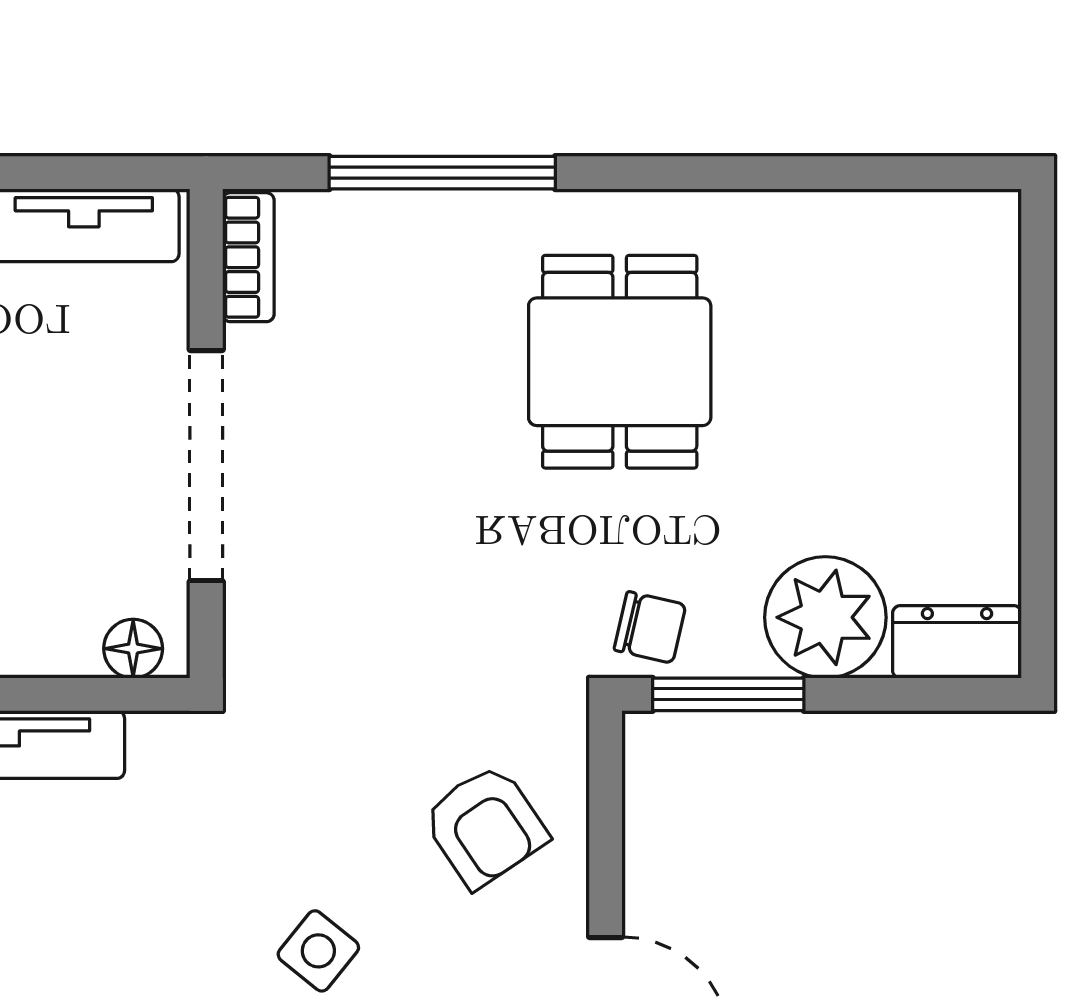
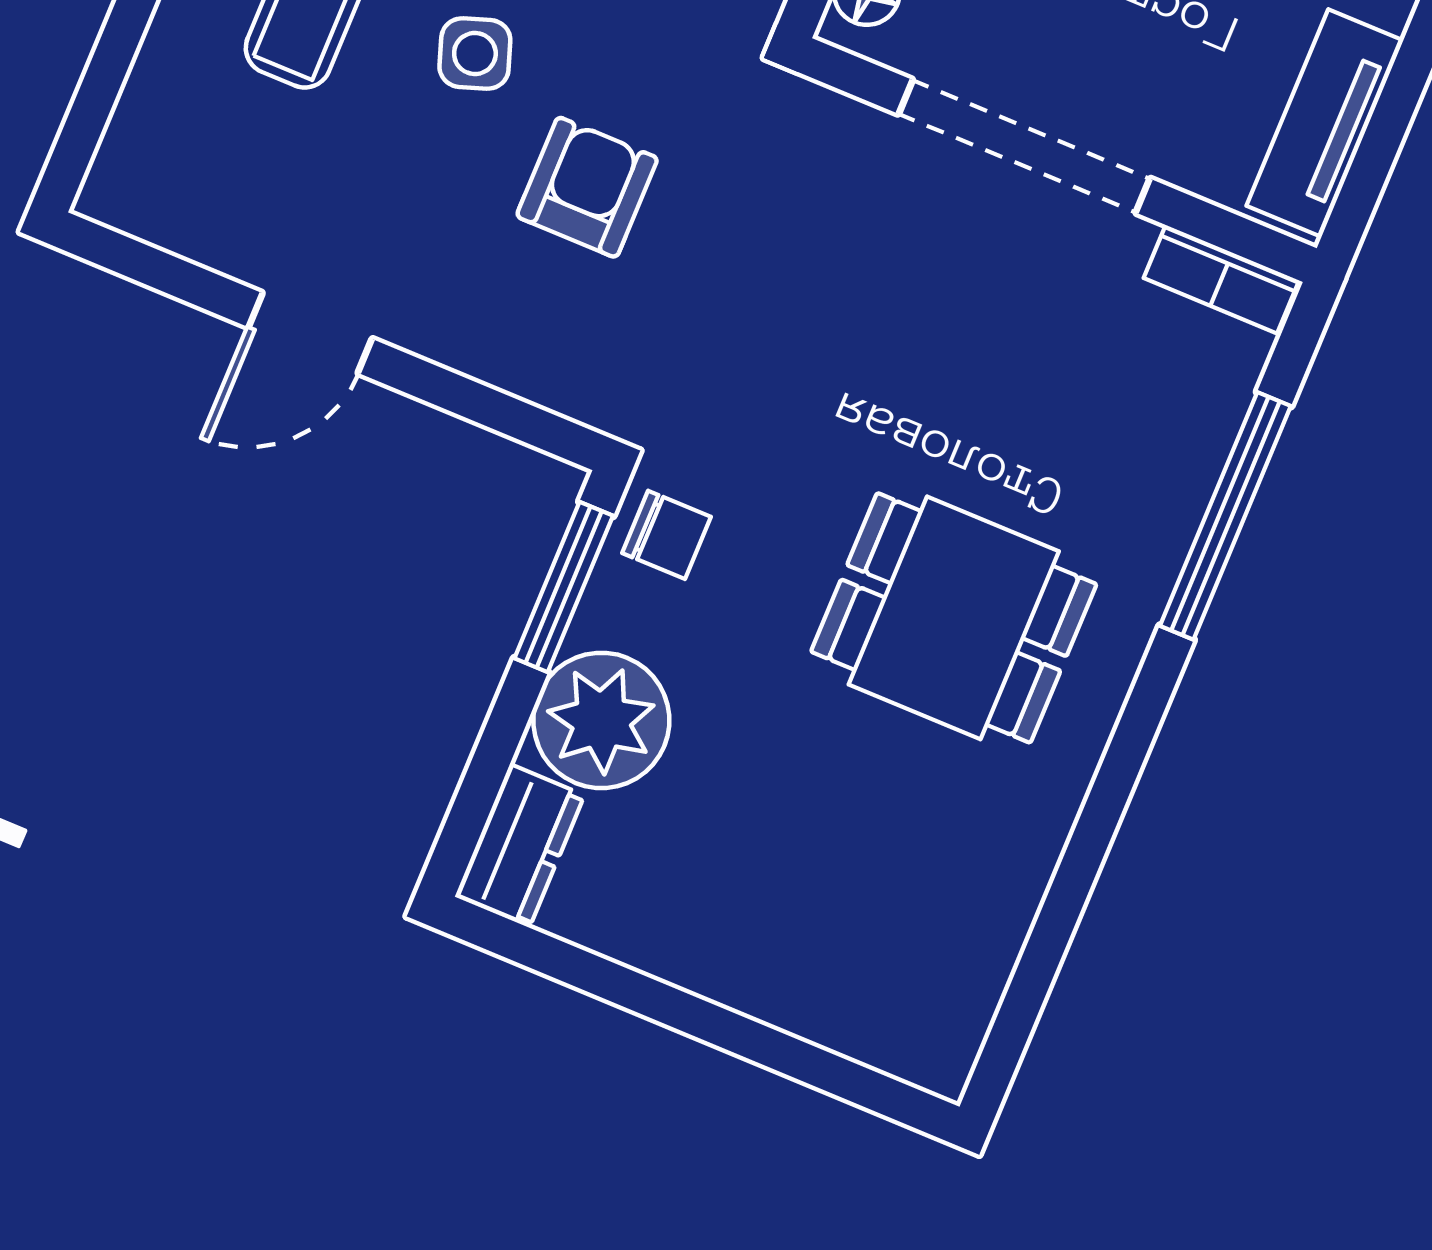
chair: (650, 627) -> (667, 535), turned -103
armchair: (485, 826) -> (587, 187), moved, turned 124
side table: (318, 951) -> (475, 54), turned 32

